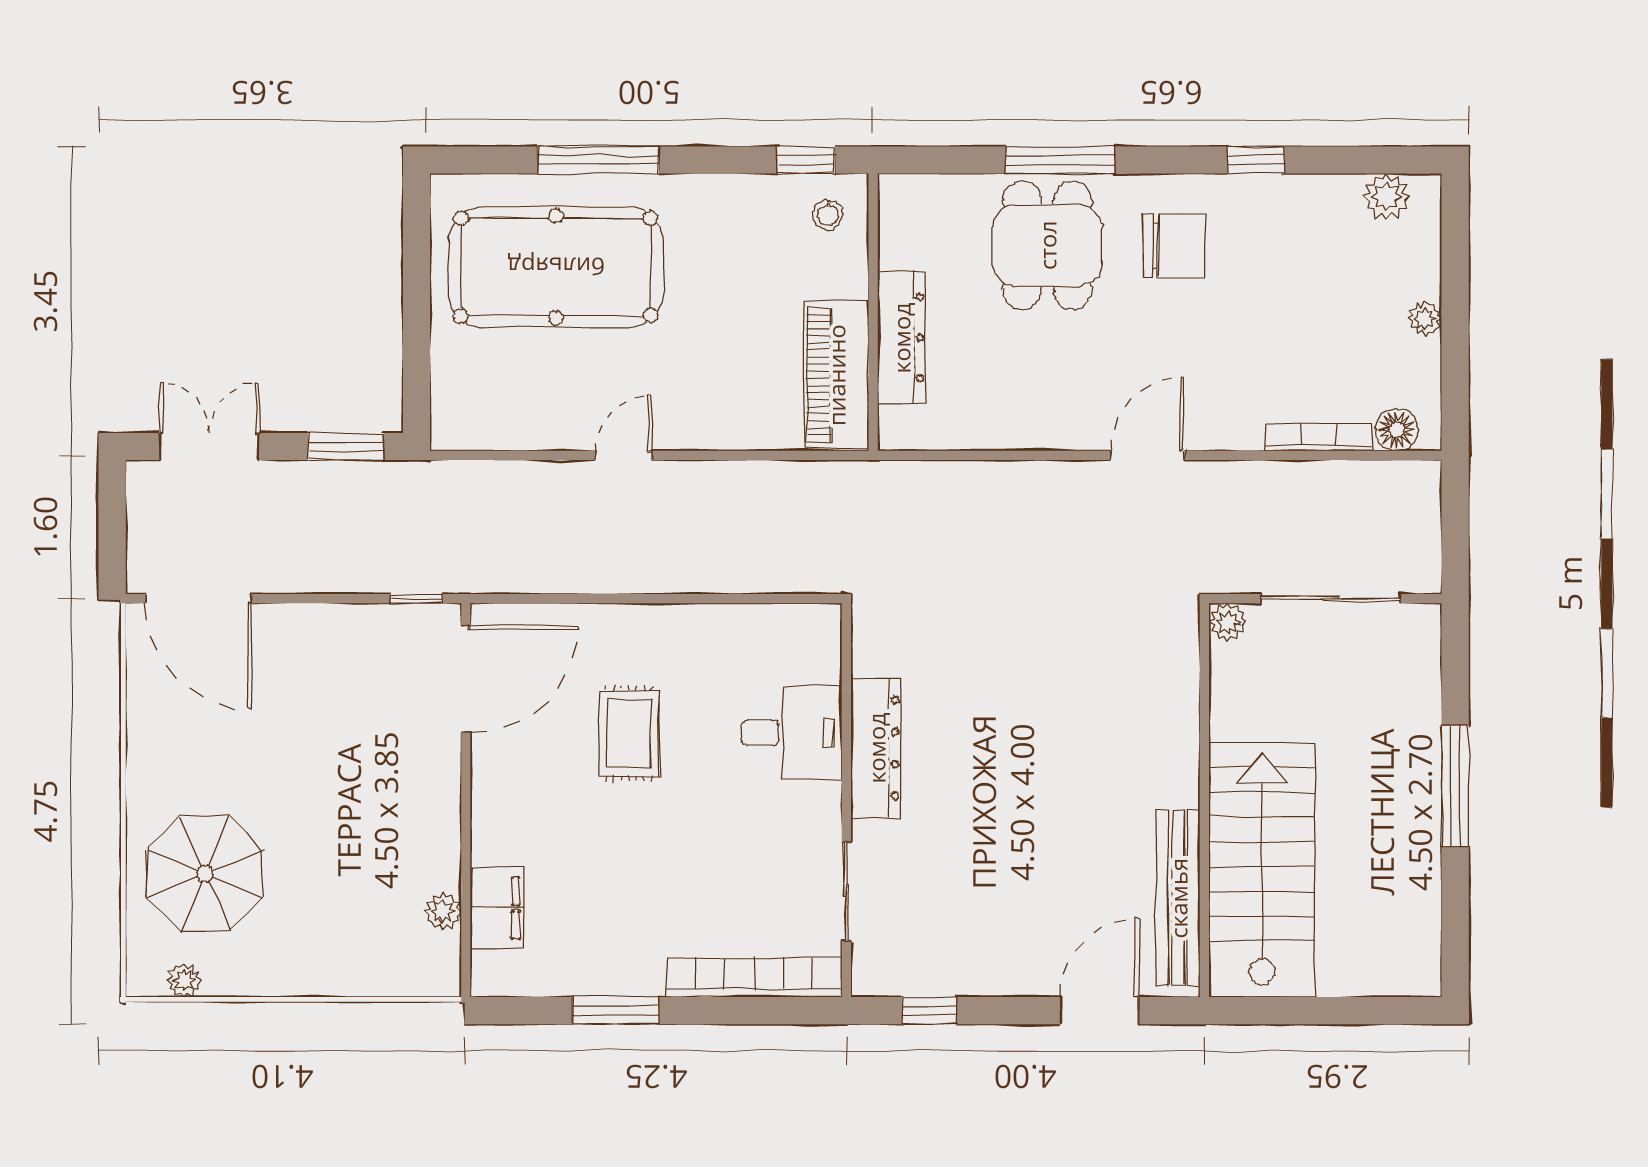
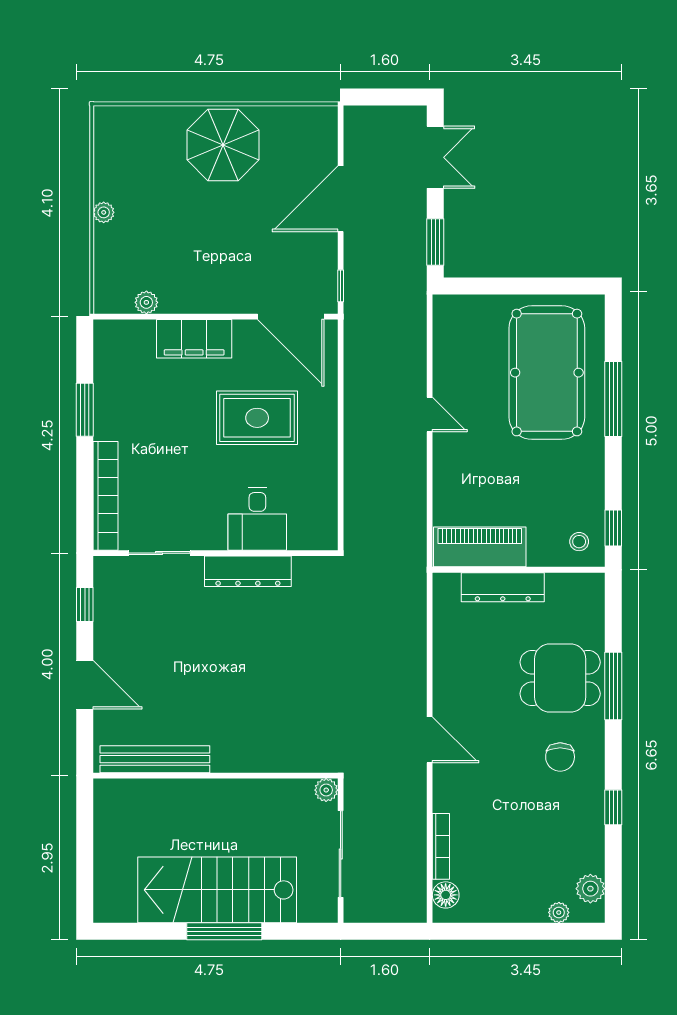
chair: (1175, 245) -> (560, 757), width x0.73, depth x0.73
plant: (1425, 318) -> (559, 912), moved
door: (199, 599) -> (341, 199), moved
rug: (629, 733) -> (257, 418), width x1.36, depth x1.43
stairs: (1262, 870) -> (217, 890), moved, turned 180
parasol: (205, 874) -> (223, 145), moved
filing cabinet: (497, 908) -> (194, 339), moved, width x1.50, depth x1.17
plant: (184, 980) -> (104, 212), moved
door: (1099, 1011) -> (85, 685), moved

